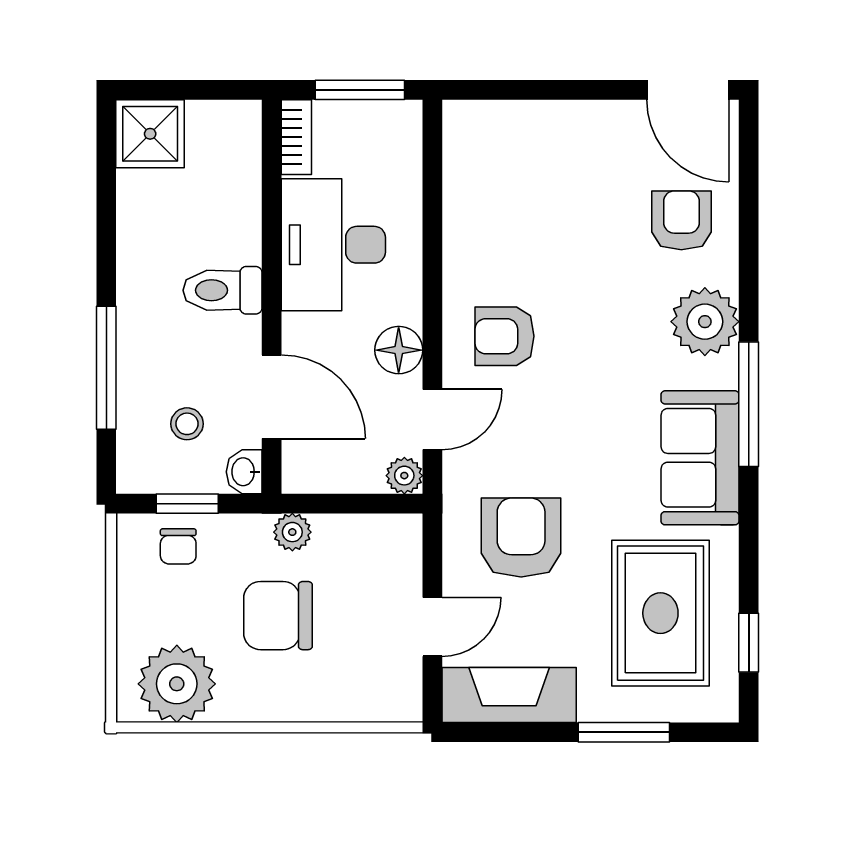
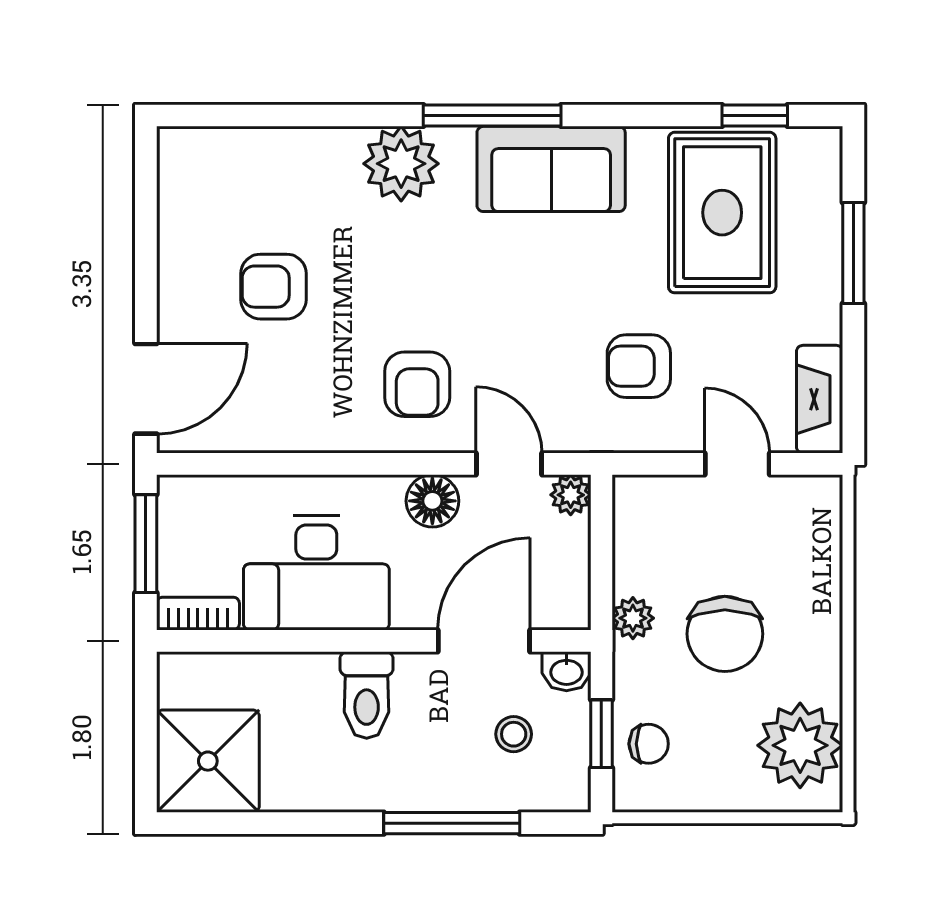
door: (688, 90) -> (146, 389), moved
shower: (150, 134) -> (208, 761), width x1.36, depth x1.36
armchair: (681, 220) -> (274, 287), moved
armchair: (521, 537) -> (639, 366), width x0.72, depth x0.72
rug: (660, 613) -> (722, 213), turned 90
fireplace: (509, 695) -> (820, 399), width x0.73, depth x0.76

